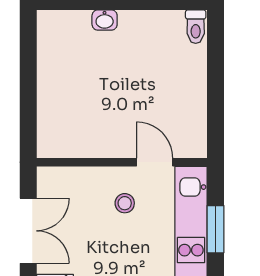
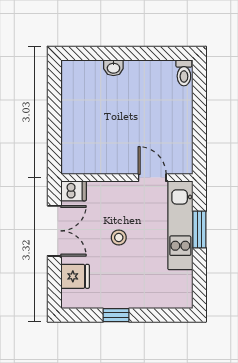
dishwasher: (53, 179) -> (74, 191), added
stool: (125, 203) -> (119, 238), moved

